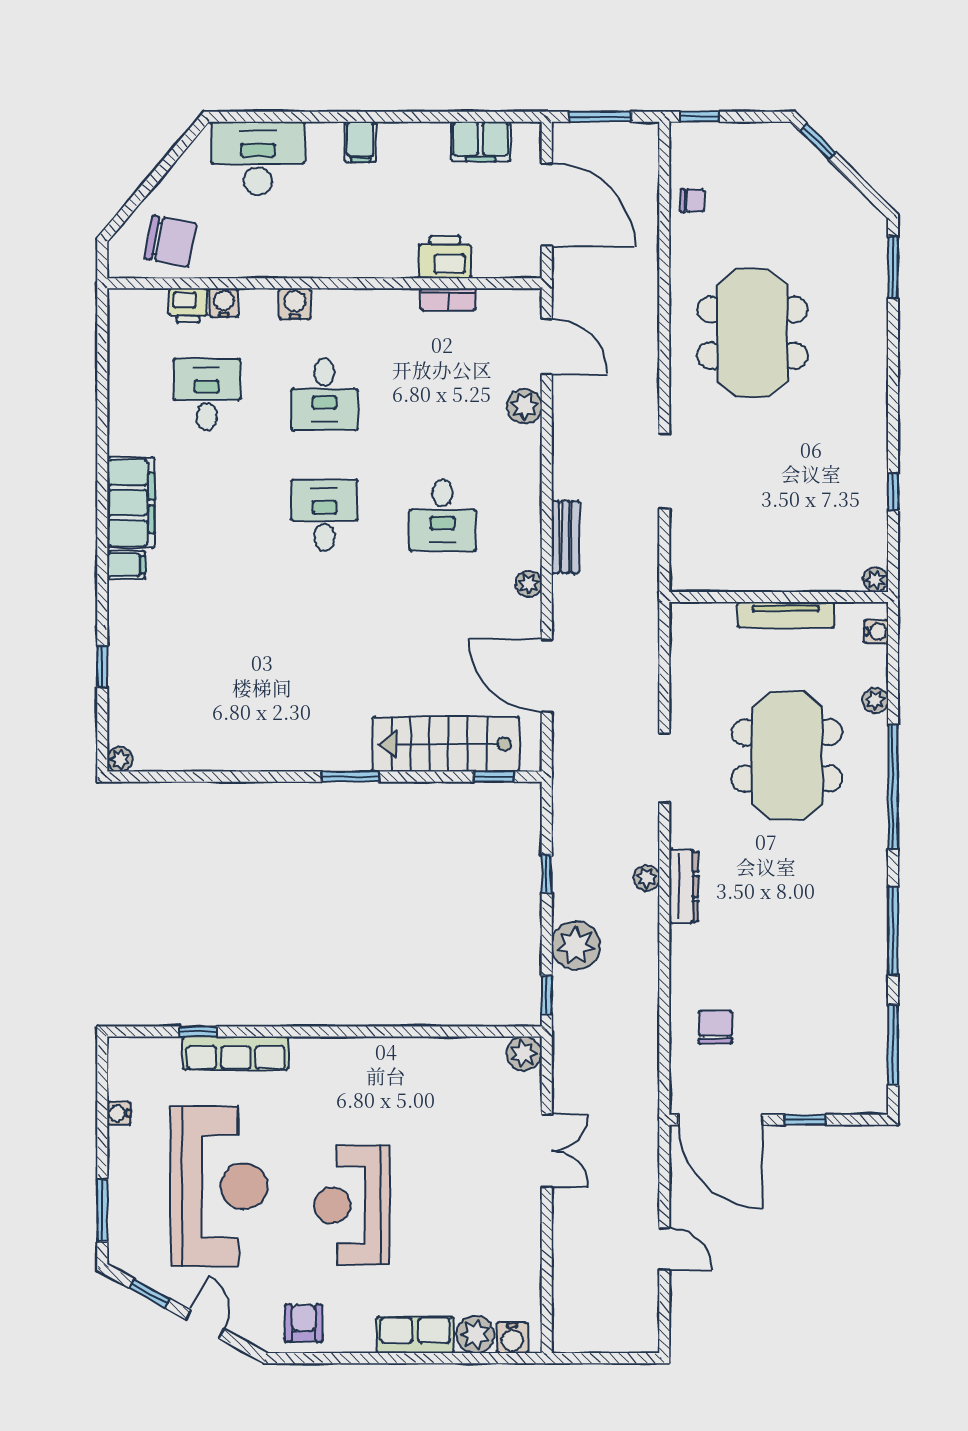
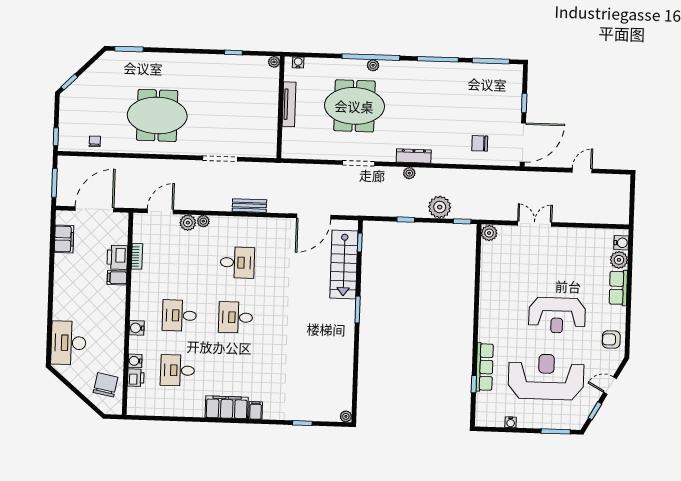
filing cabinet: (360, 142) -> (117, 278), moved, turned 180
desk: (324, 394) -> (179, 316), turned 180
plant: (529, 584) -> (203, 221), moved
plant: (875, 700) -> (373, 65), moved

